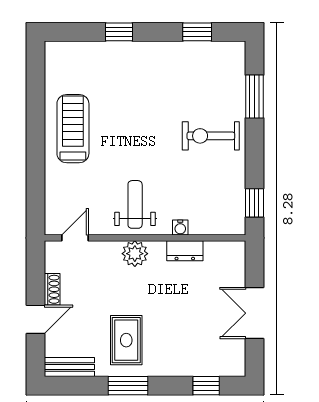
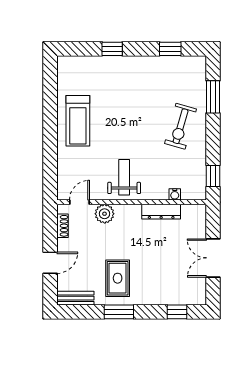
treadmill: (73, 129) -> (78, 121), turned 180
exercise bike: (211, 136) -> (181, 126), turned -74
water cooler: (180, 228) -> (175, 194), moved
dresser: (185, 251) -> (161, 212), width x1.44
plant: (135, 254) -> (105, 214), moved
shoe rack: (52, 289) -> (62, 226), moved

